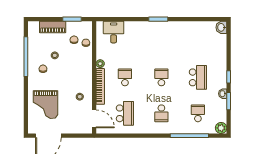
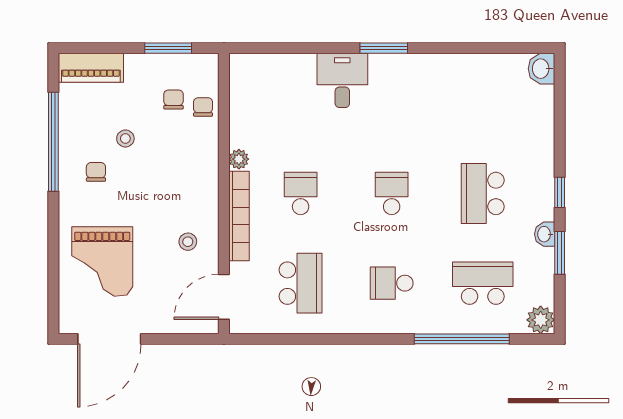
piano: (53, 27) -> (91, 68), moved
desk: (114, 32) -> (342, 80), moved
school desk: (198, 77) -> (483, 193), turned 180
school desk: (161, 113) -> (392, 283), turned 90
school desk: (198, 113) -> (483, 283), width x1.85
door: (94, 119) -> (224, 297), swing flipped

